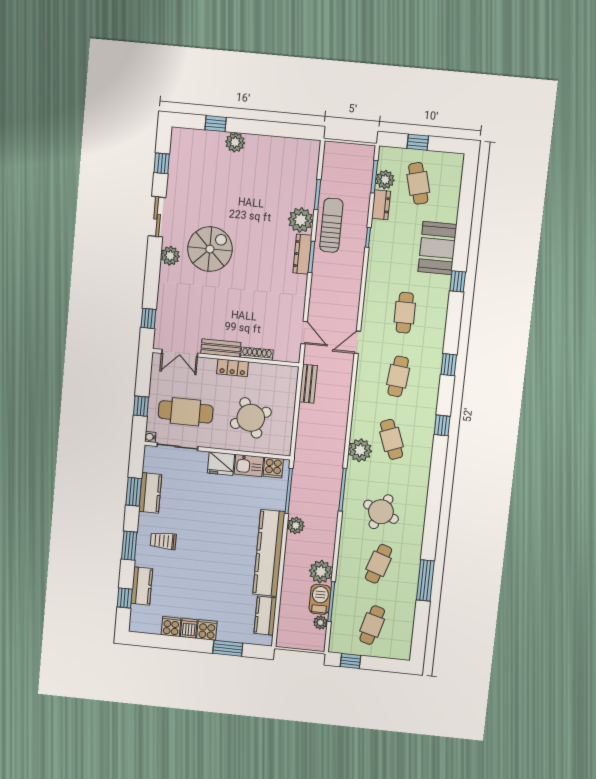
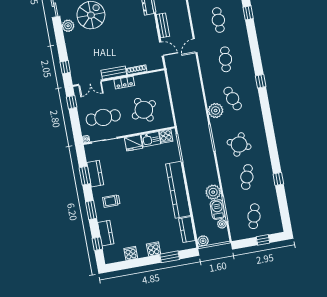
window: (449, 365) -> (248, 13), moved
bench: (308, 384) -> (163, 25), moved
window: (141, 406) -> (72, 102), moved
plant: (296, 525) -> (203, 241), moved
window: (425, 580) -> (278, 179), width x0.46
dishwasher: (189, 628) -> (142, 251), removed
window: (351, 661) -> (263, 240), moved

